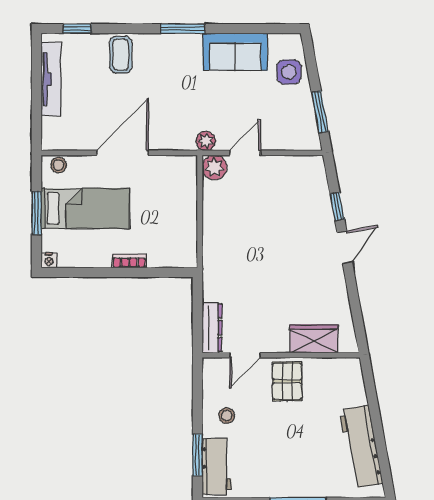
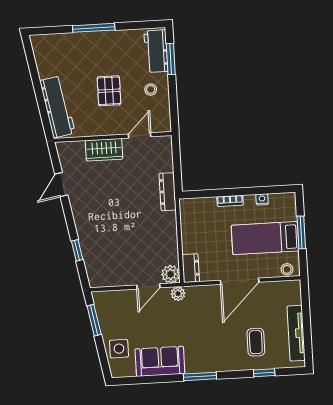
window: (77, 29) -> (264, 373), moved
coffee table: (121, 55) -> (256, 342), moved
dresser: (187, 174) -> (191, 268), added
door: (345, 247) -> (61, 185), moved
nightstand: (49, 260) -> (262, 199), moved
dresser: (212, 328) -> (168, 192), moved
wardrobe: (314, 339) -> (104, 150), moved
pallet: (287, 381) -> (109, 91), moved
workbench: (361, 447) -> (57, 107), moved

